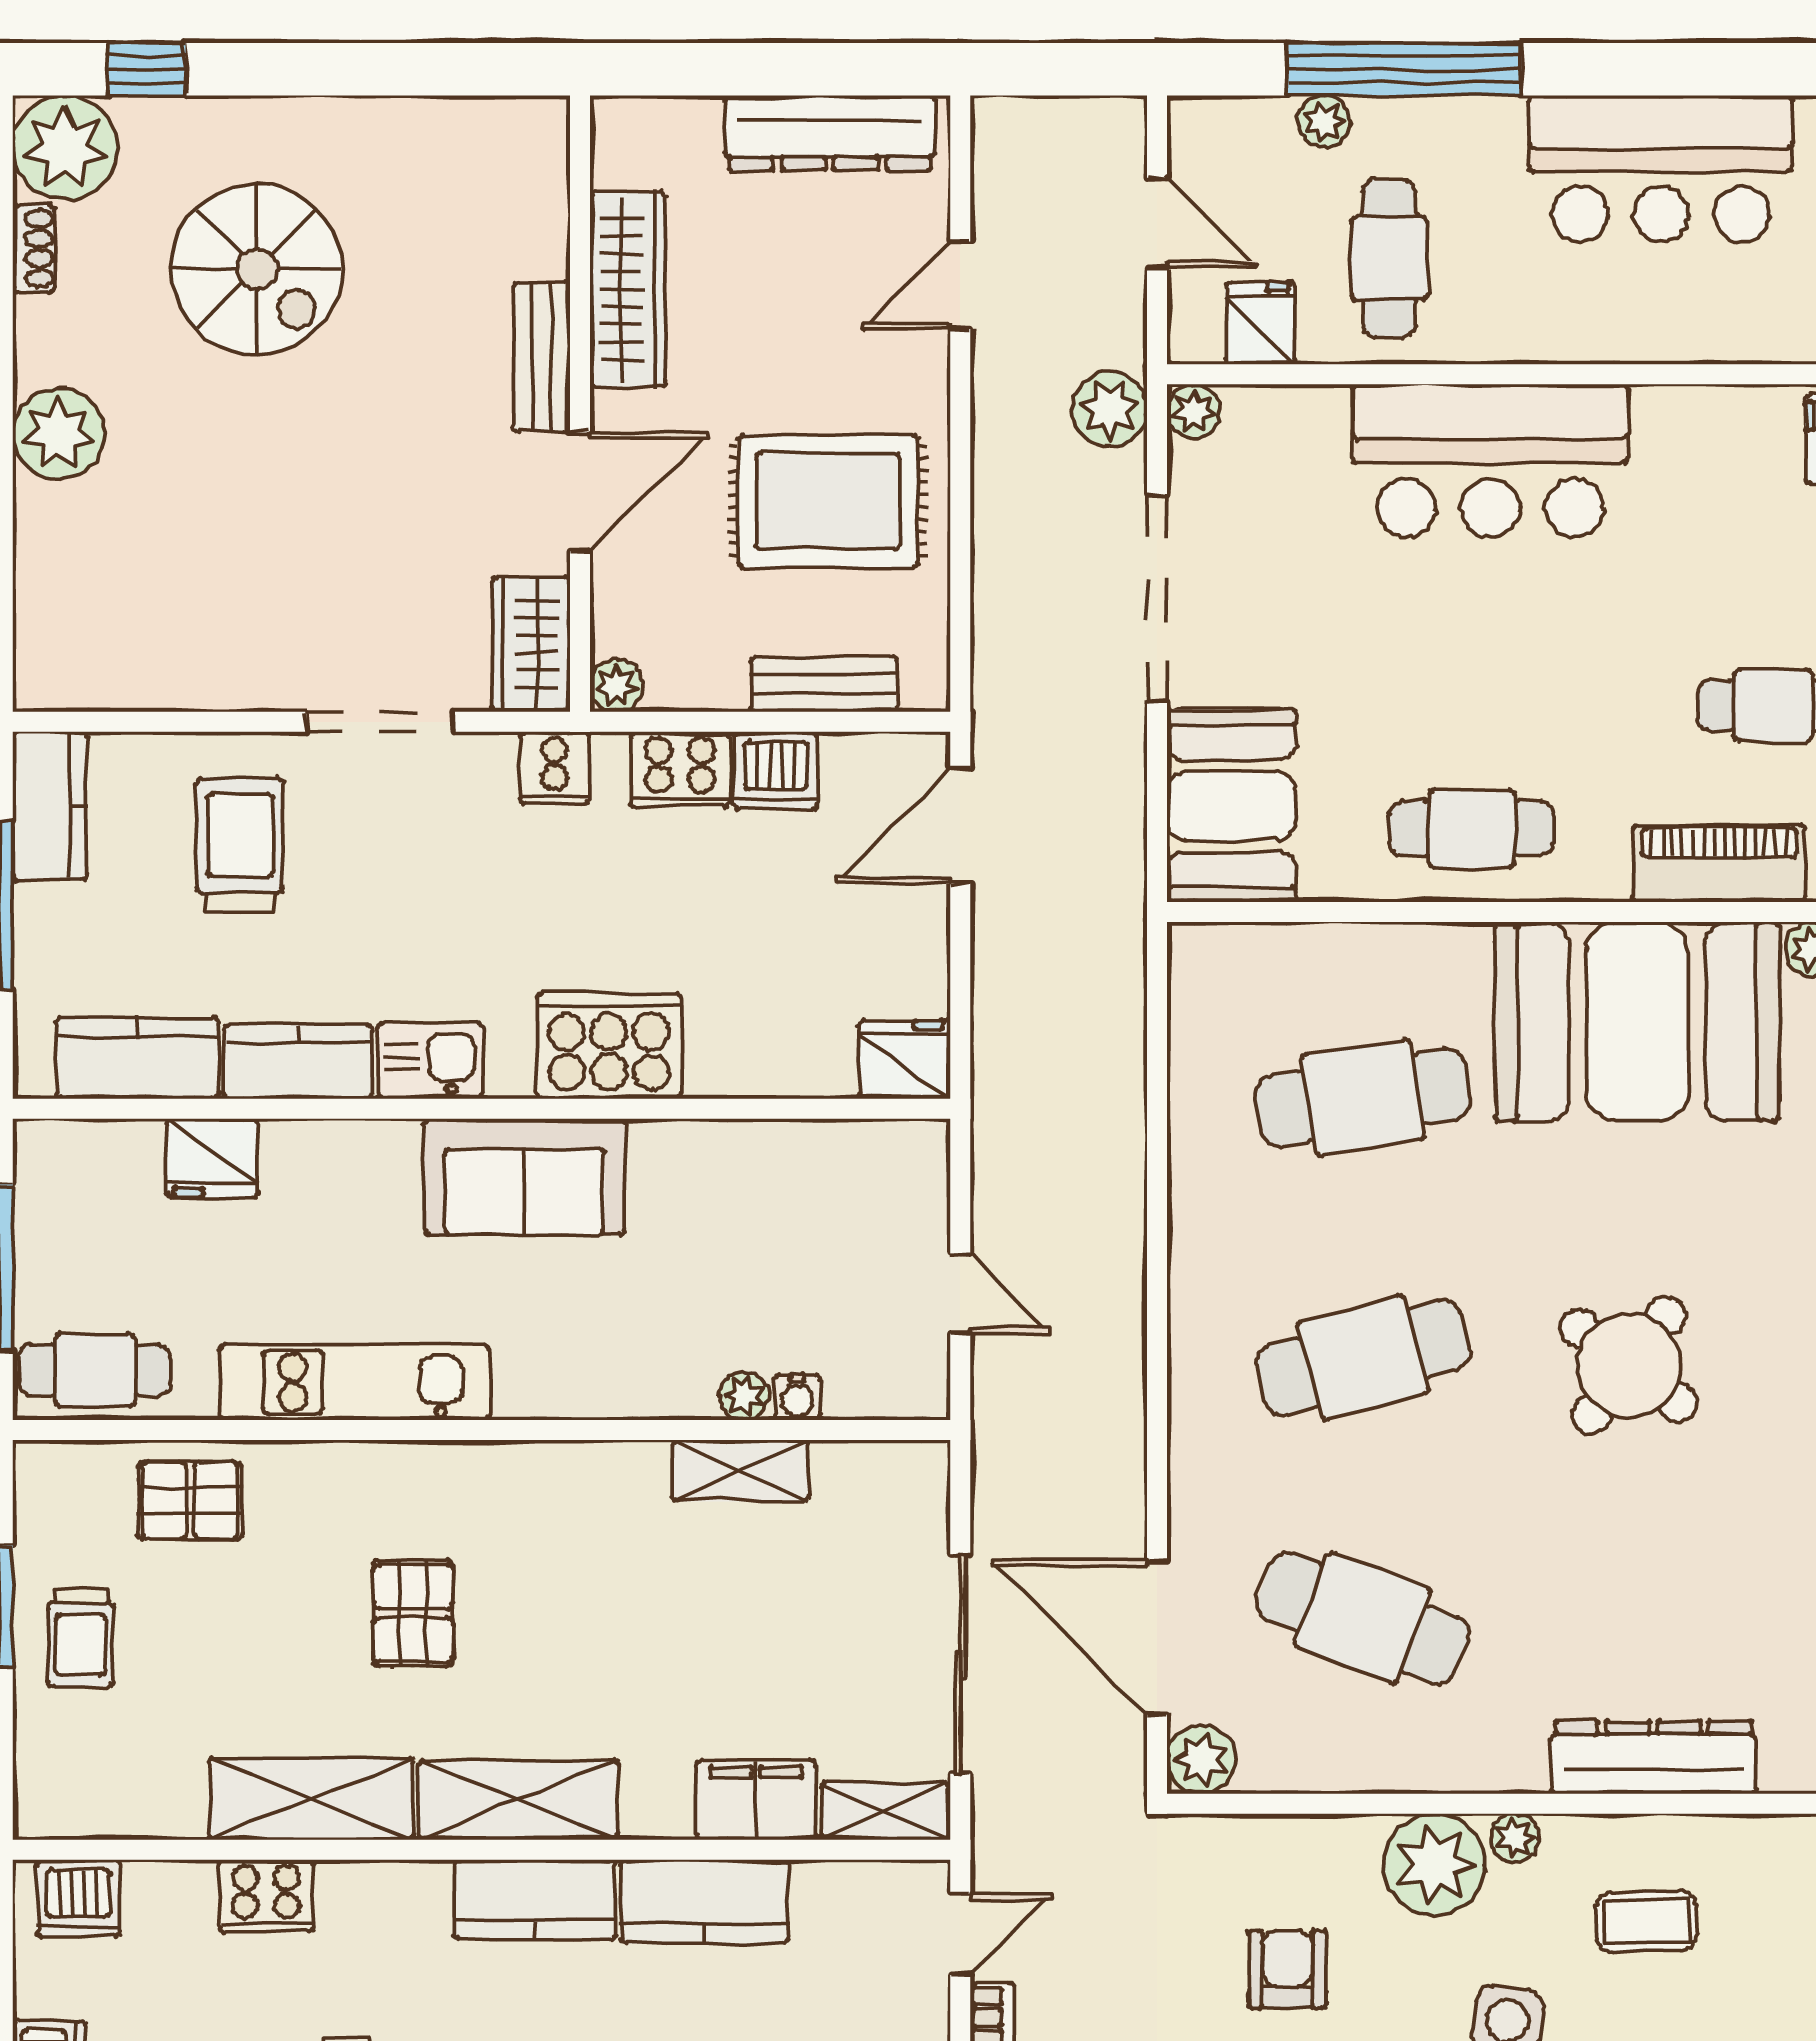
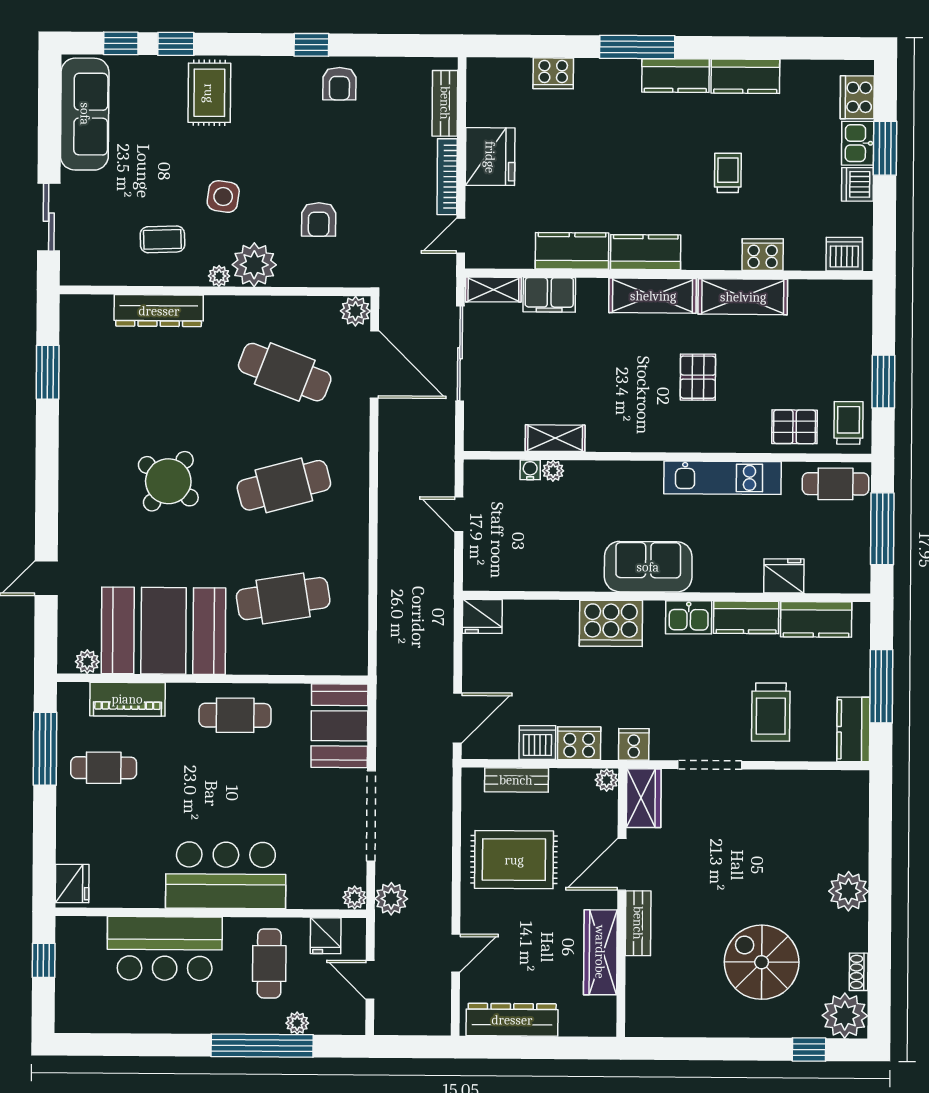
bar counter: (1661, 169) -> (165, 948), moved, turned 180
trolley: (81, 1638) -> (849, 423), moved

